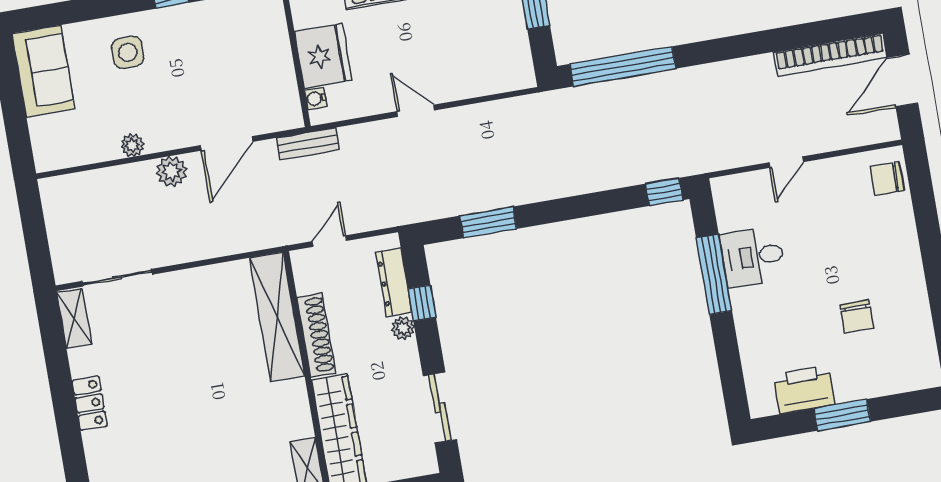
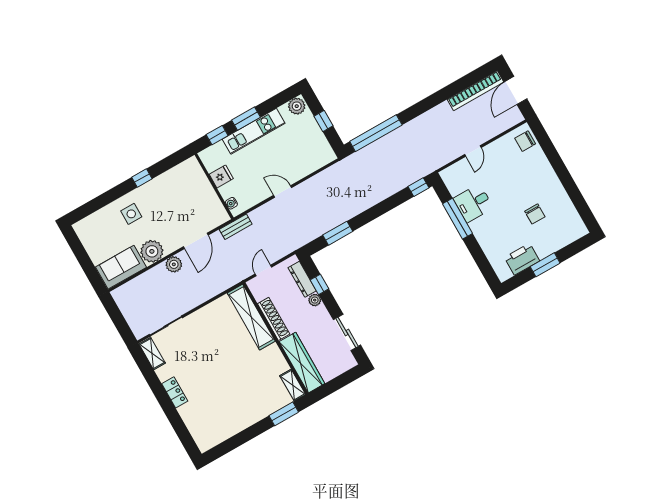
fridge: (323, 56) -> (221, 176), width x0.53, depth x0.75
sofa: (43, 71) -> (121, 267), moved, turned -90
plant: (132, 145) -> (152, 251), width x1.88, depth x1.88

